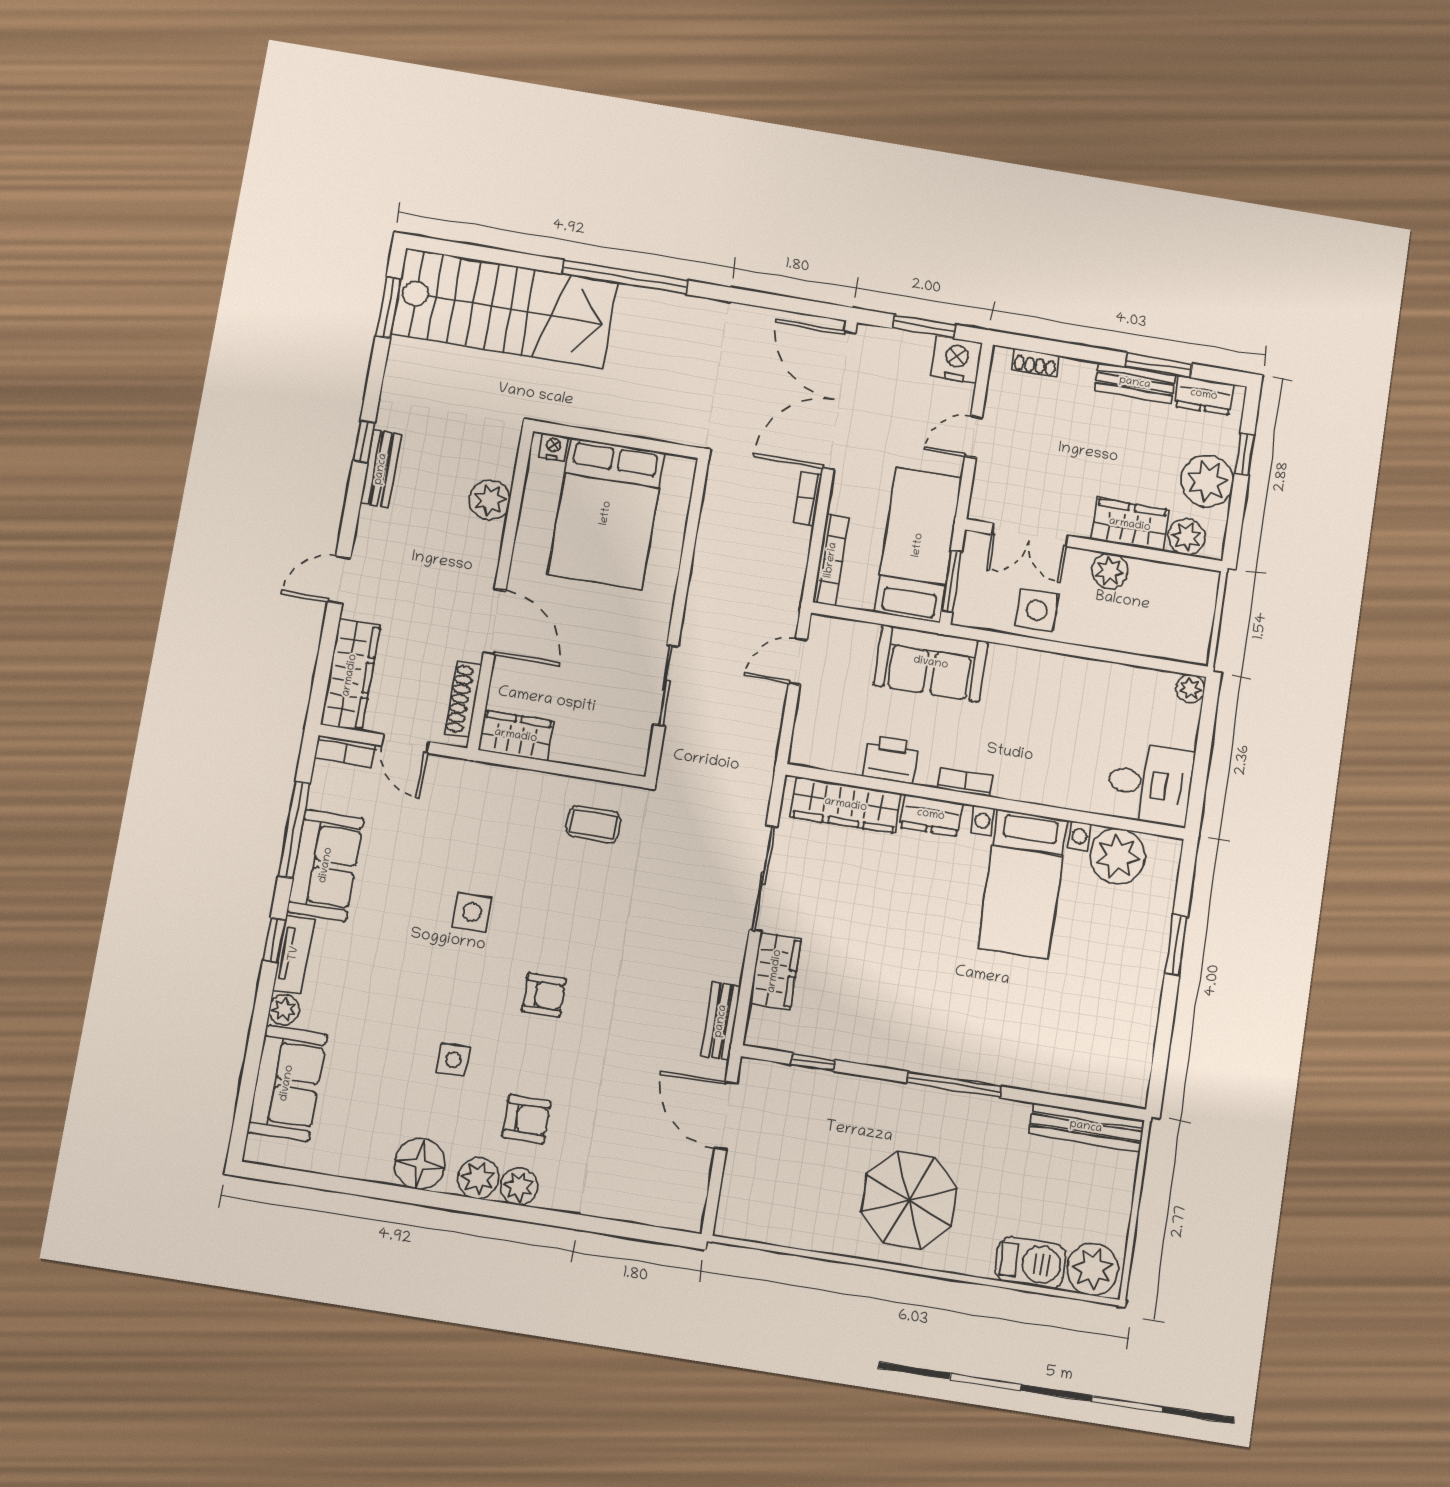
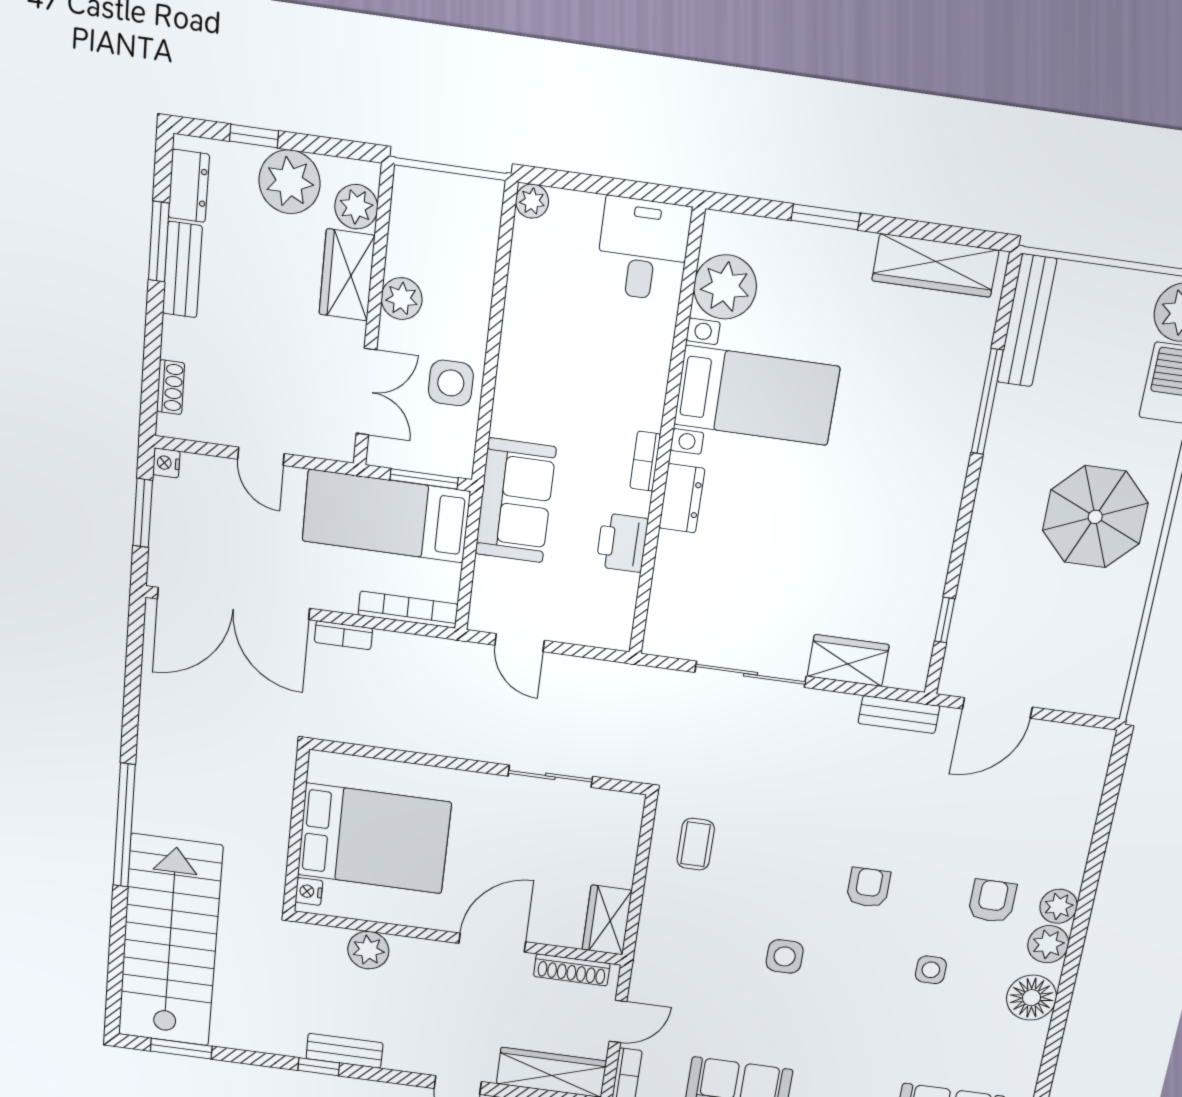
nightstand: (957, 359) -> (166, 463), width x0.53, depth x0.56
wardrobe: (846, 805) -> (935, 265), moved, turned 90
window: (954, 1085) -> (987, 402), moved

